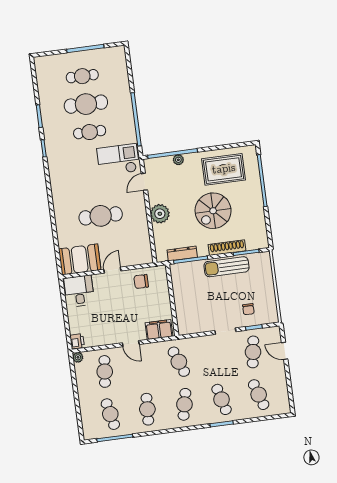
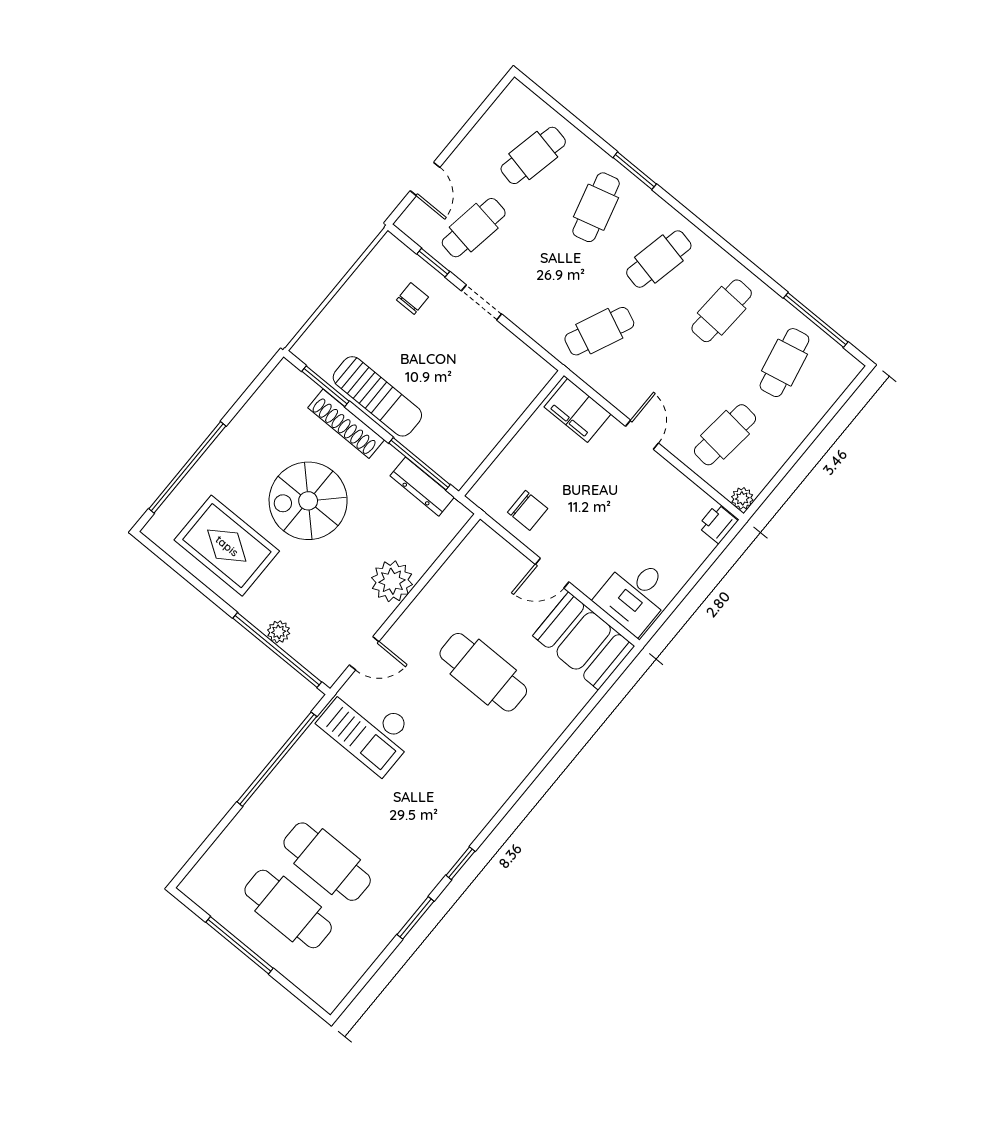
cafe table: (82, 76) -> (288, 909), width x1.37, depth x1.35
cafe table: (90, 132) -> (366, 814), removed
spiral stairs: (213, 211) -> (308, 501), turned 180
cafe table: (179, 362) -> (599, 331), turned 45
cafe table: (259, 395) -> (533, 155), turned 30

